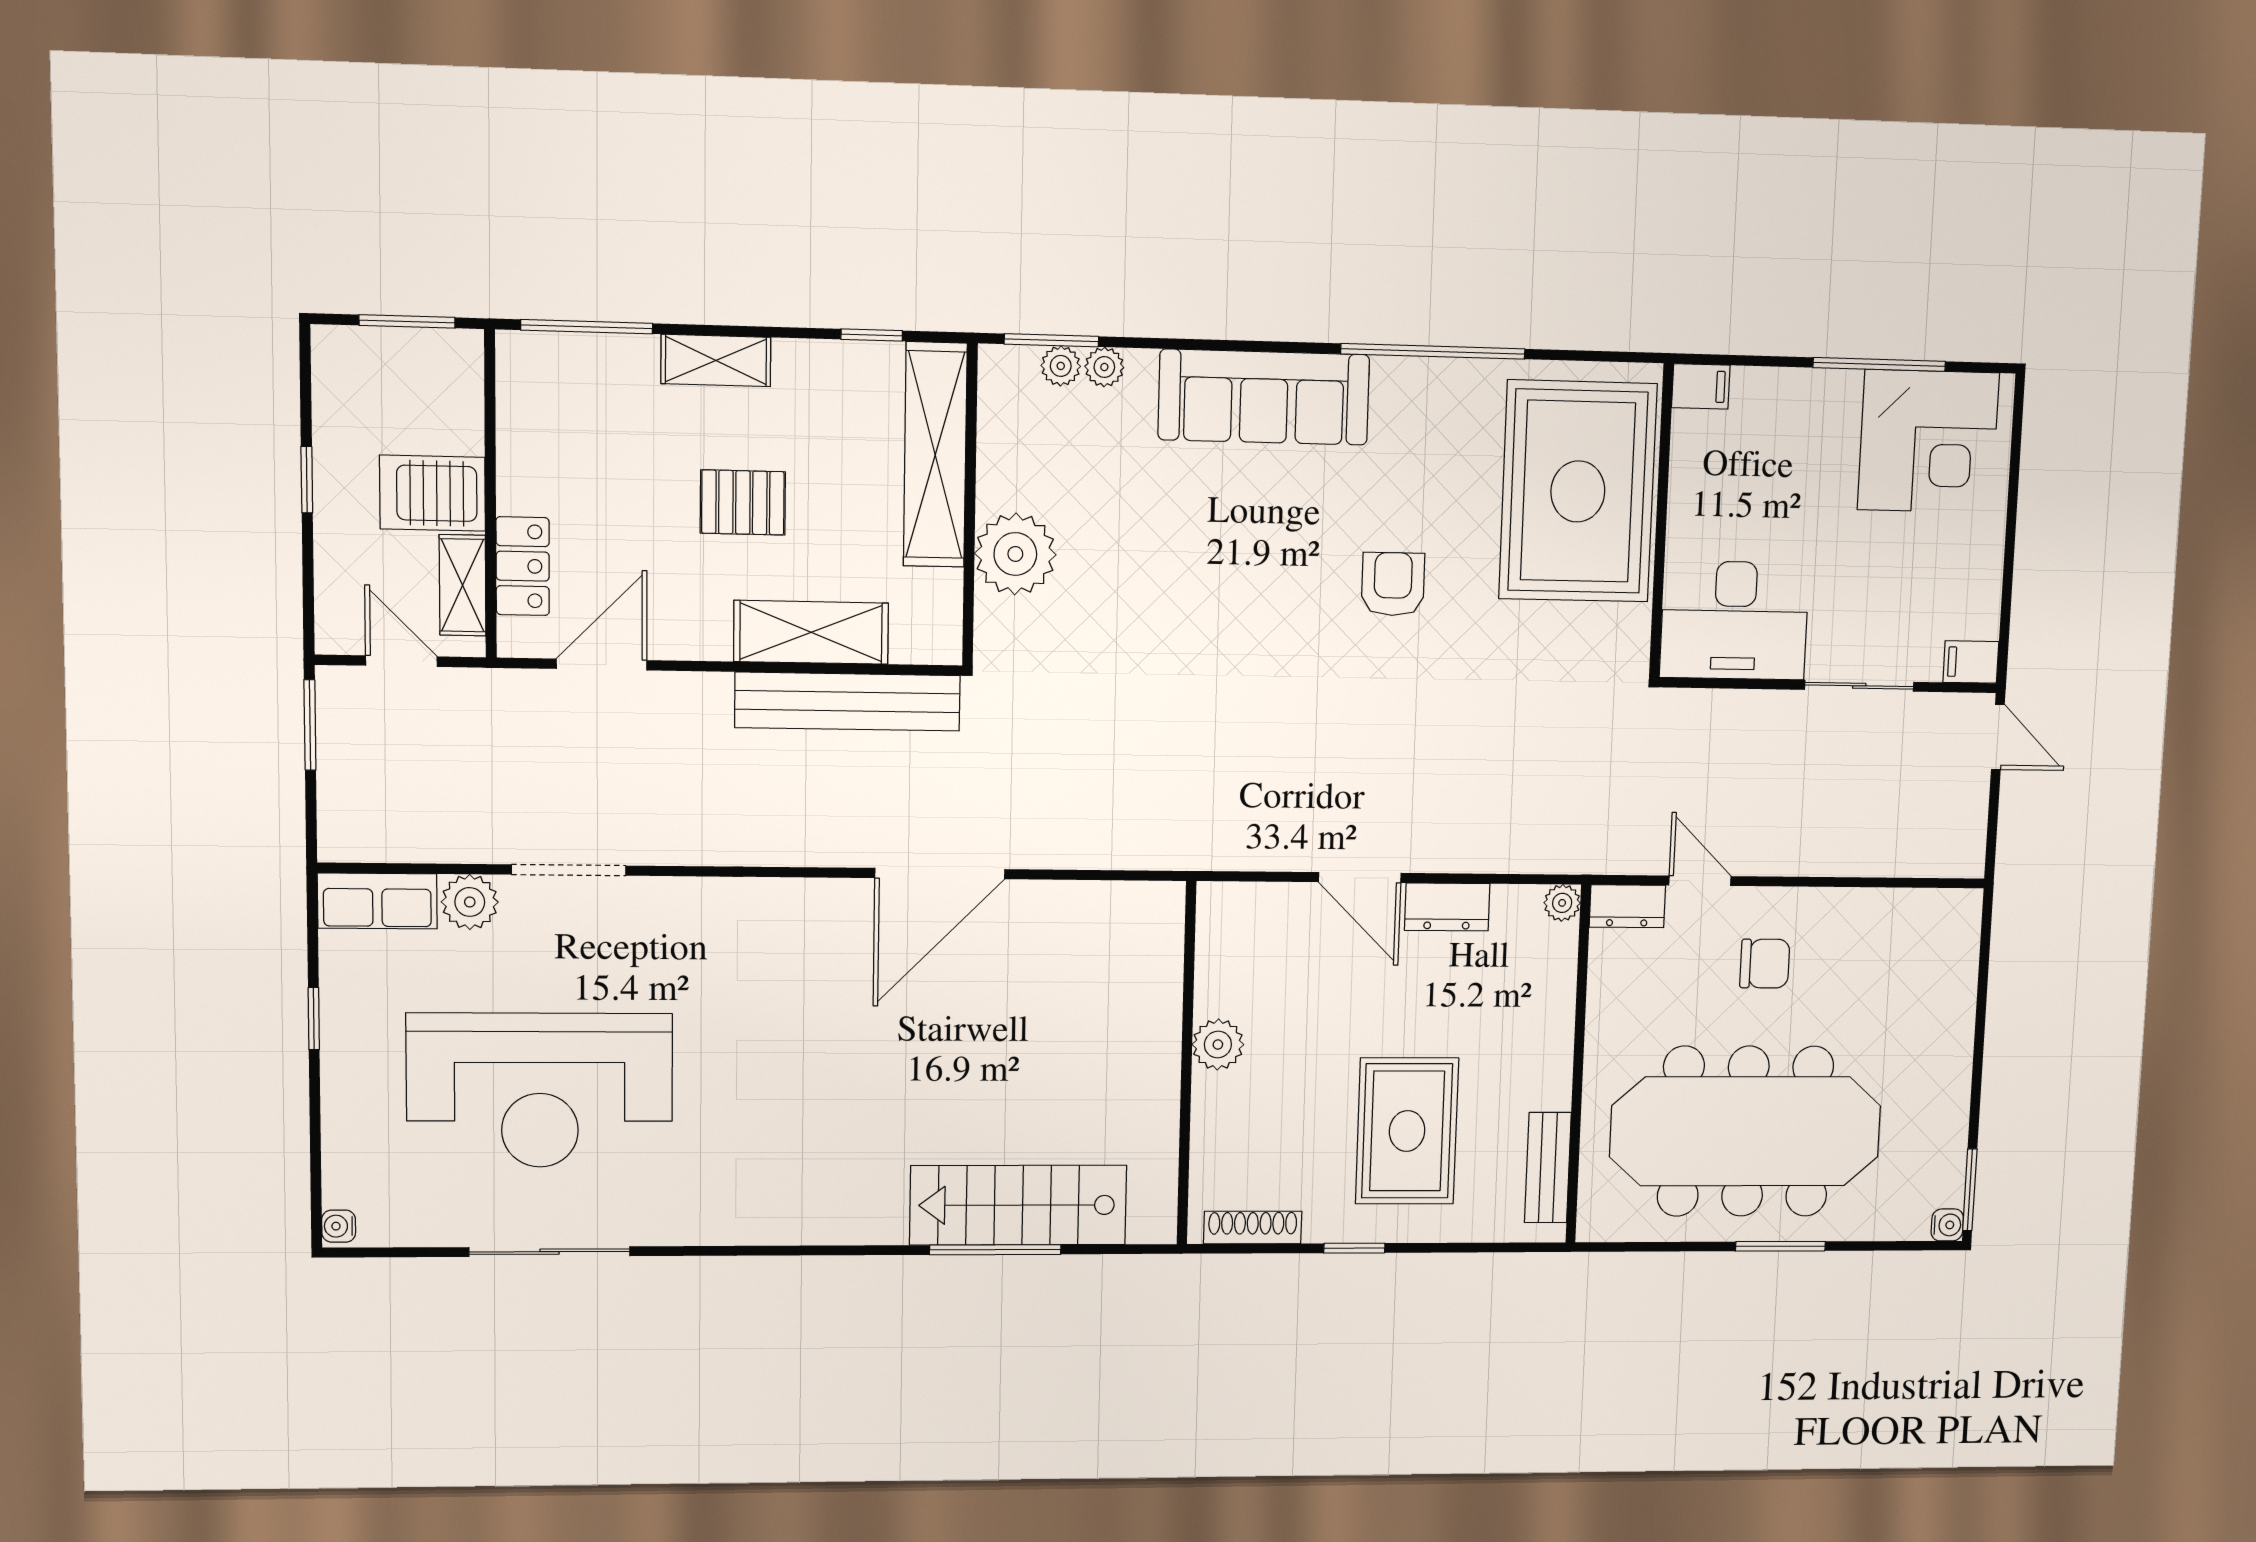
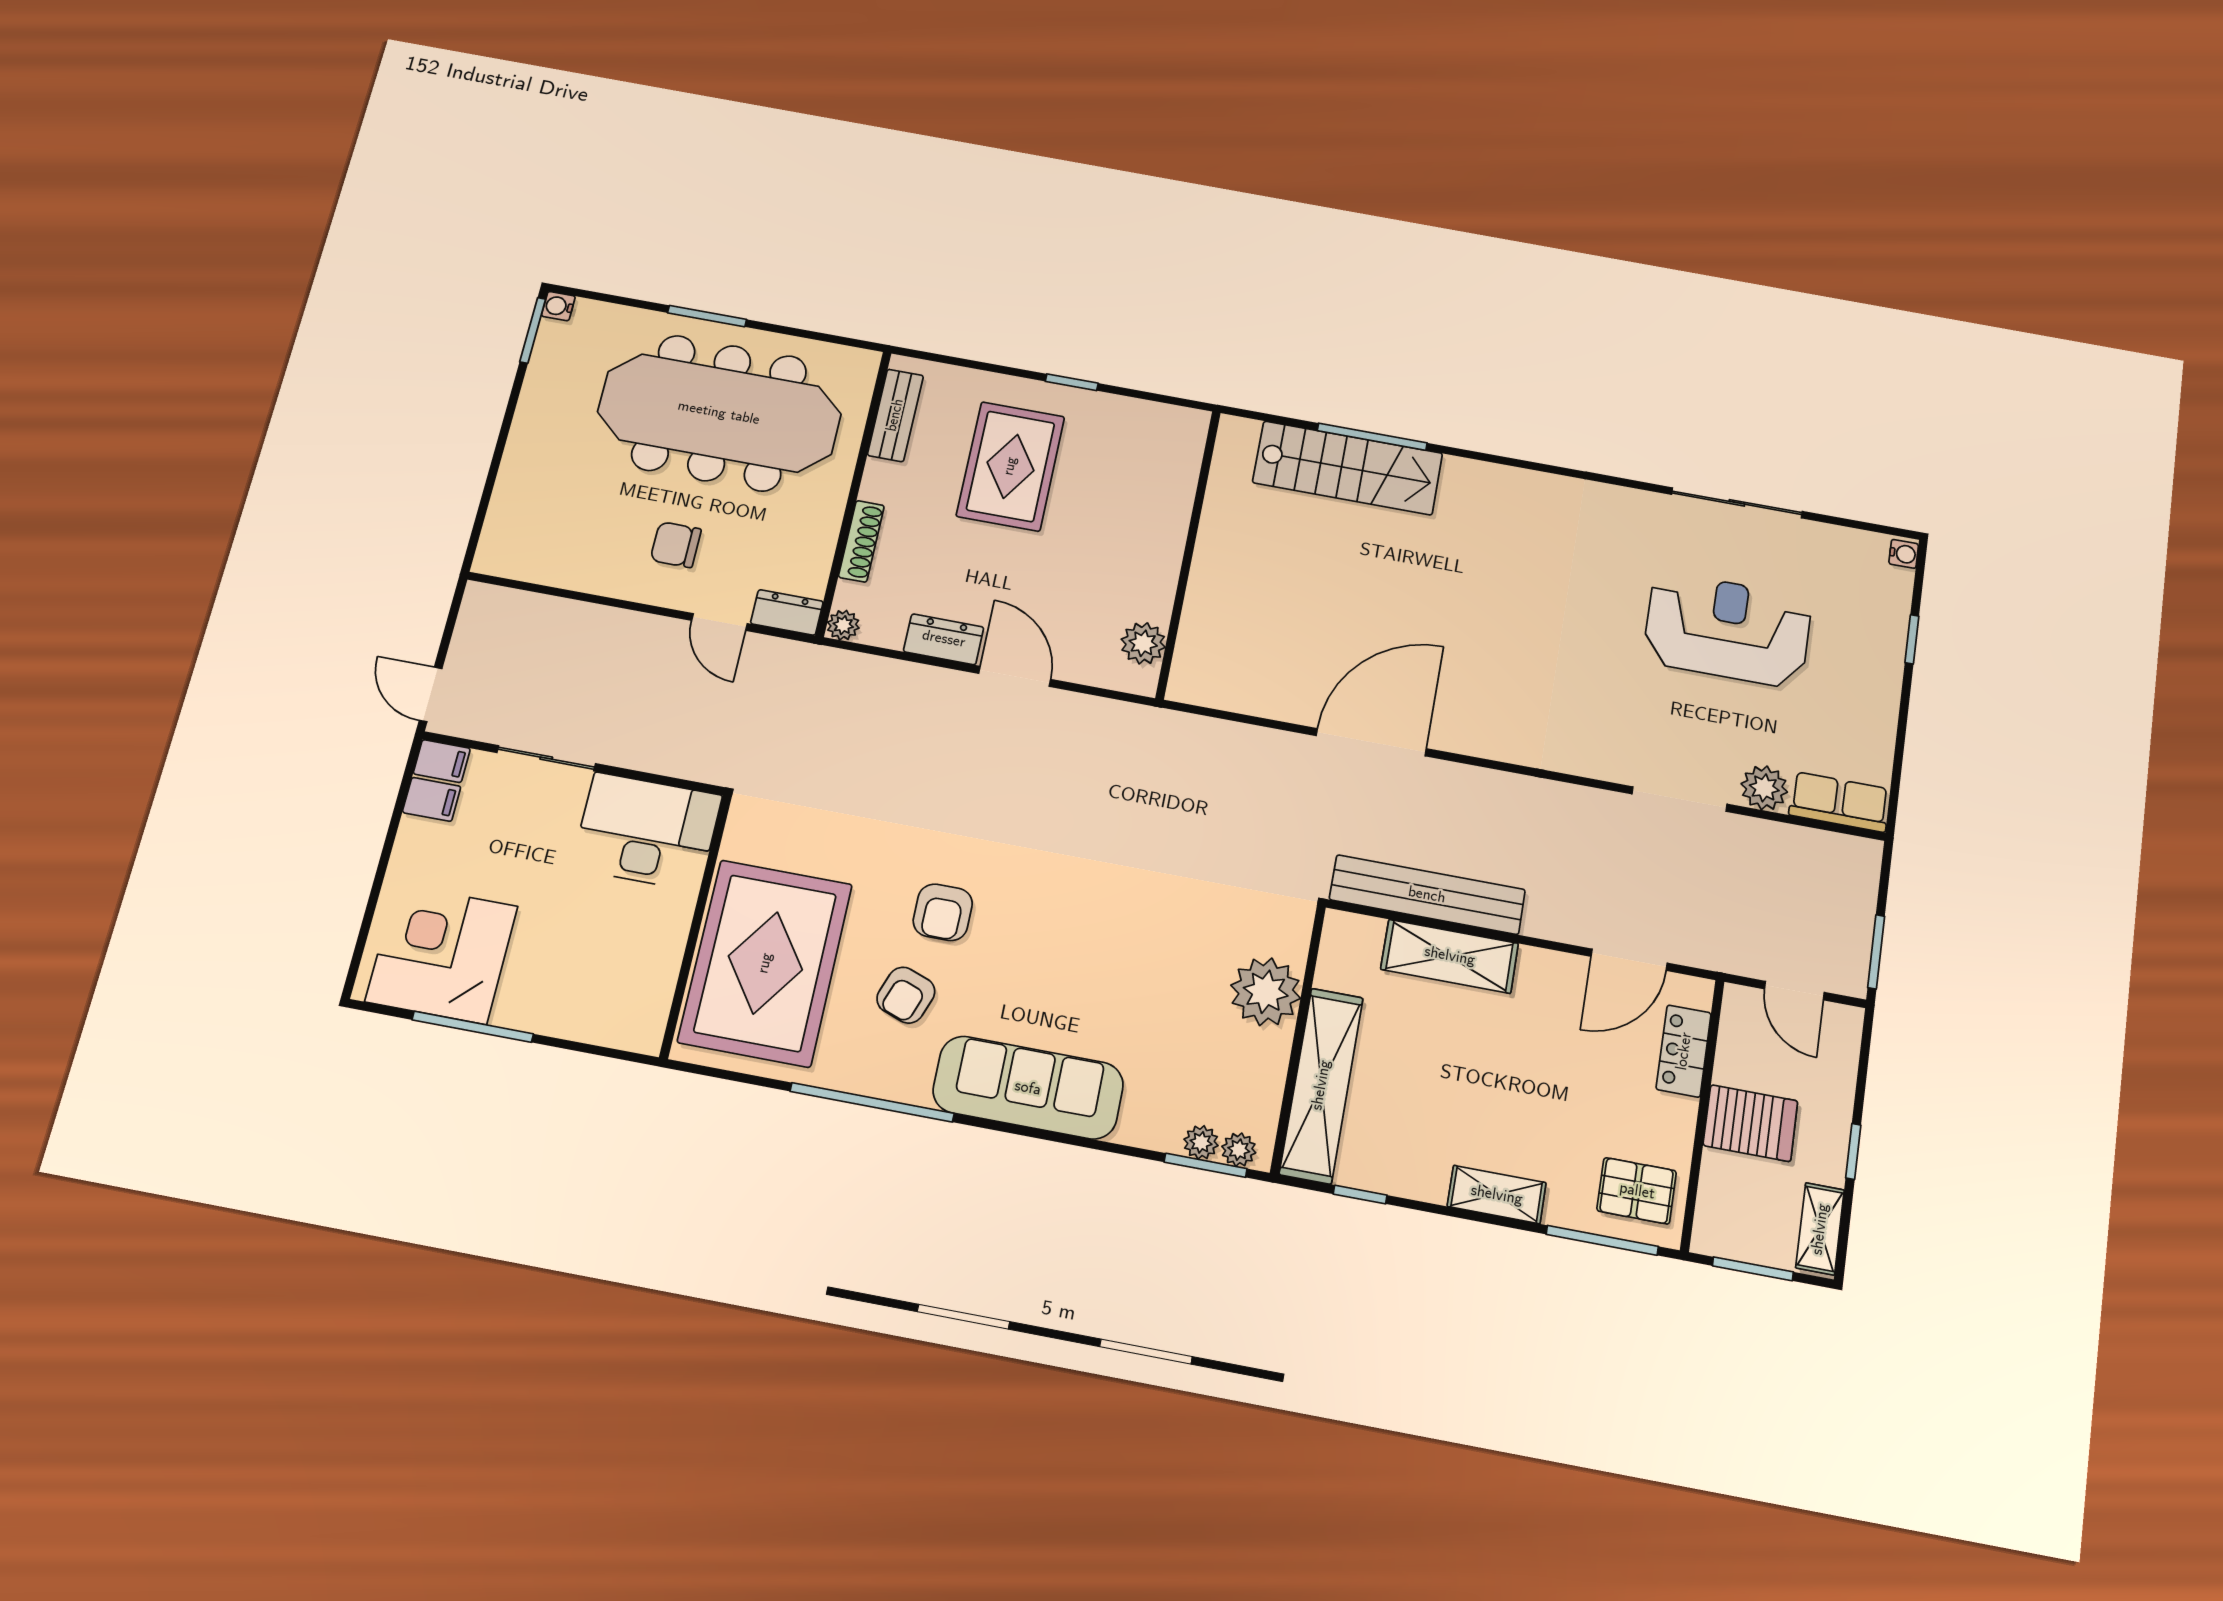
plant: (1104, 367) -> (1239, 1150), moved
filing cabinet: (1701, 386) -> (432, 799), moved, turned 180
armchair: (1417, 481) -> (906, 995), added
pallet: (743, 502) -> (1637, 1191), moved
shelving: (463, 585) -> (1820, 1229), moved
window: (314, 1019) -> (1912, 639), moved
plant: (1218, 1045) -> (1143, 643), moved
reception desk: (540, 1090) -> (1727, 630), width x0.74, depth x0.77
shoe rack: (1253, 1228) -> (861, 541), moved, turned -90

